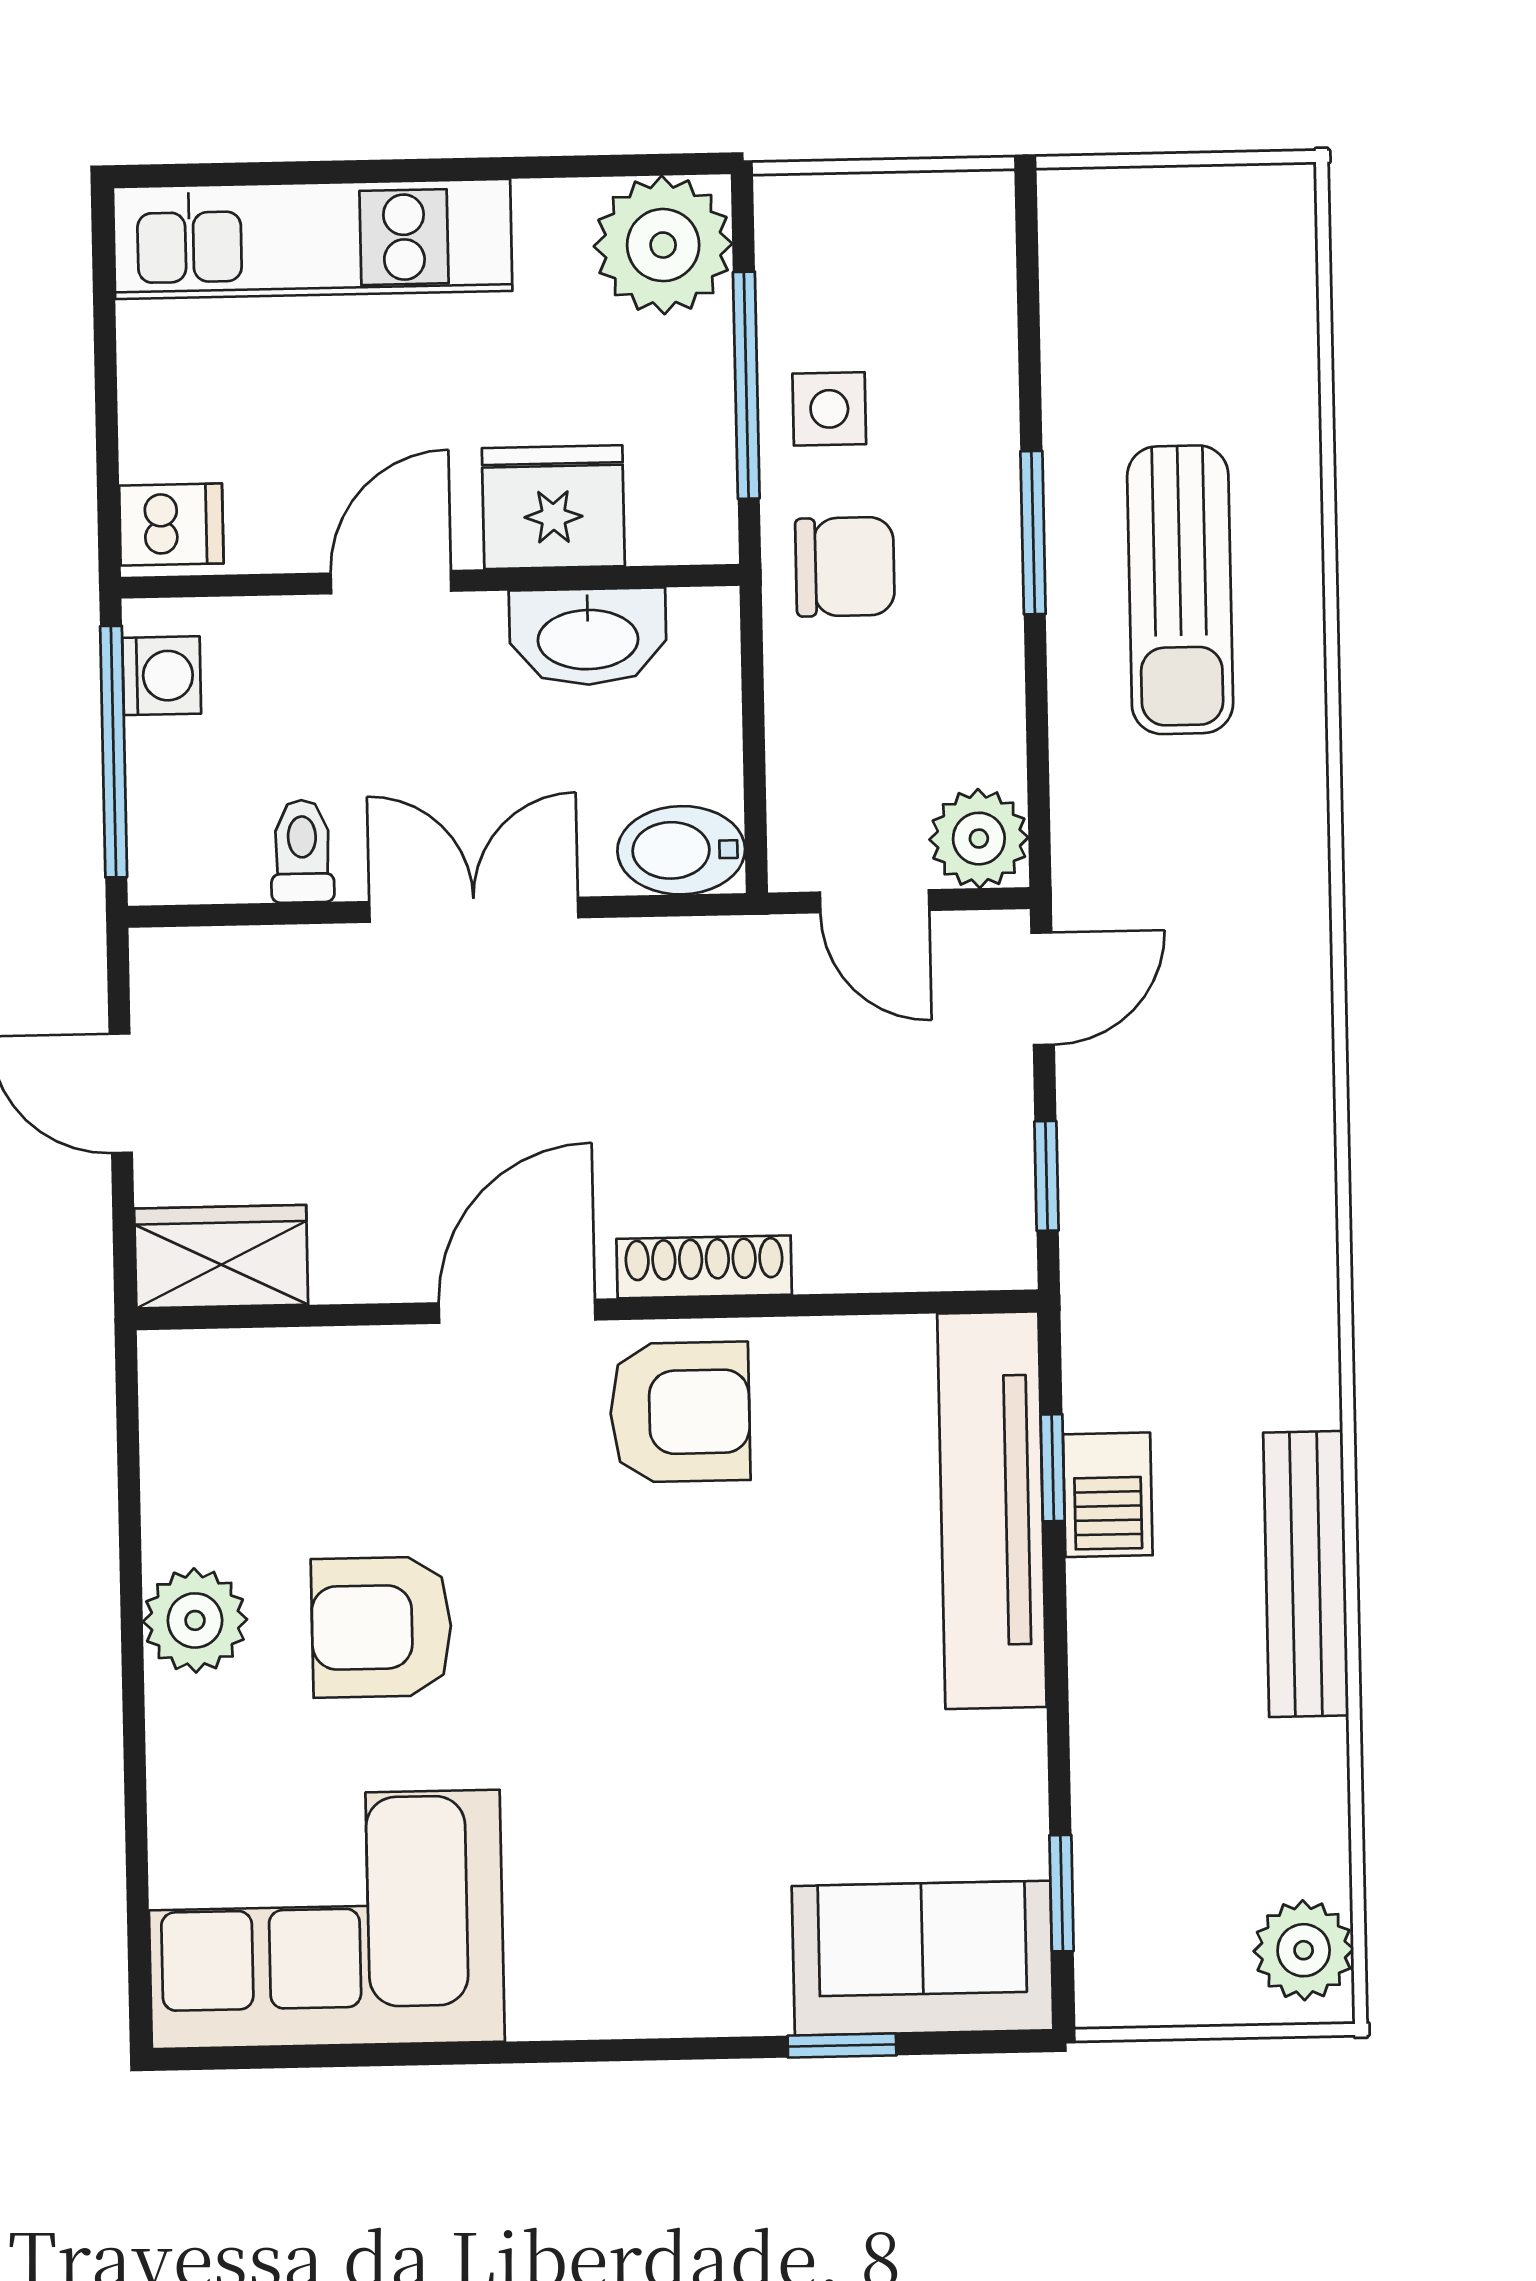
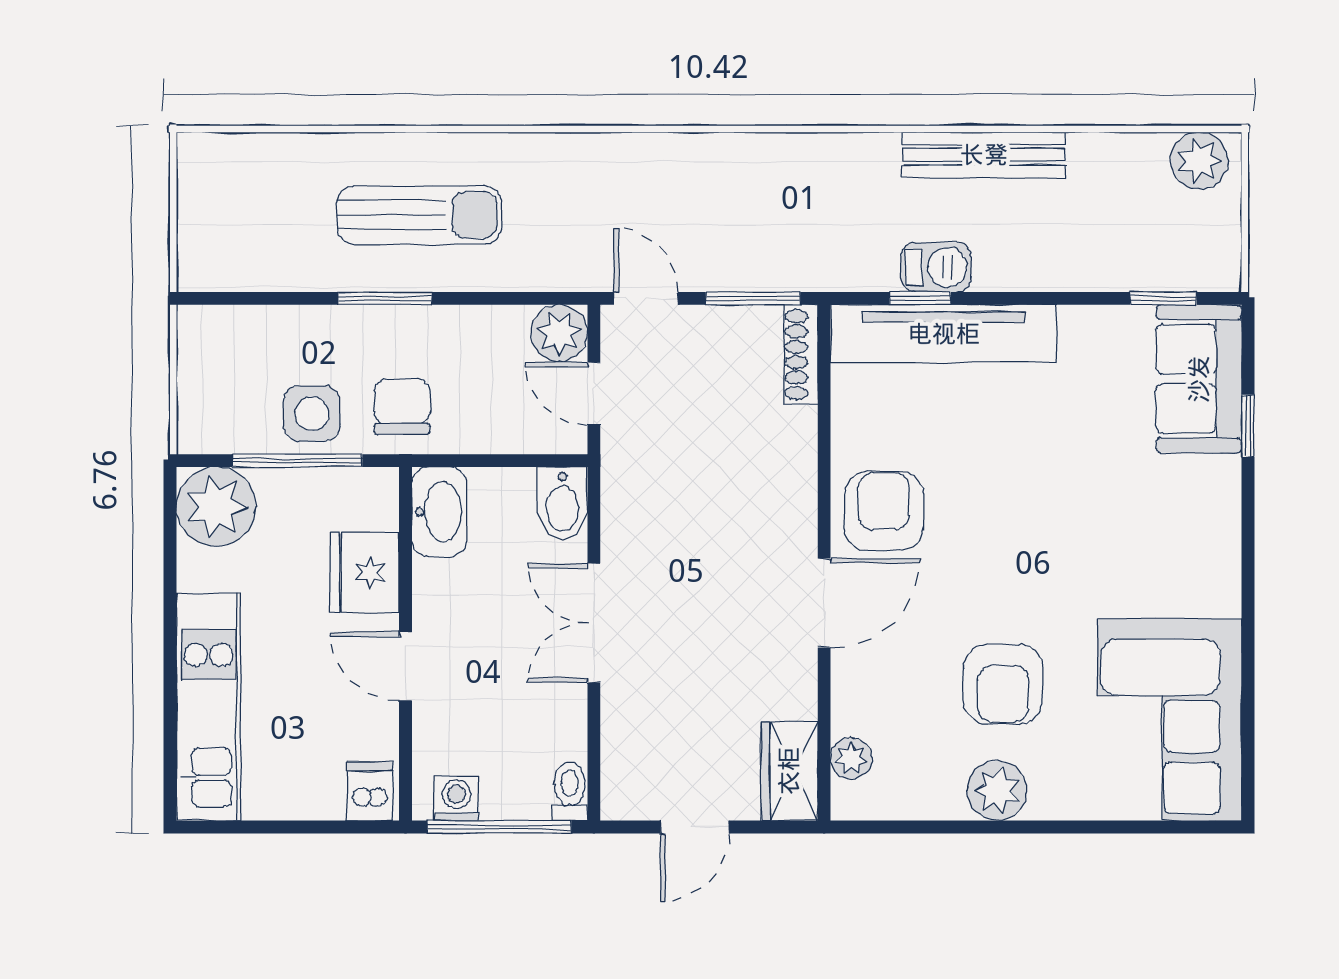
side table: (829, 409) -> (312, 414), width x1.37, depth x1.37
washbasin: (588, 637) -> (439, 512), moved
toilet: (302, 851) -> (570, 791), moved, turned 90
door: (875, 901) -> (594, 393), swing flipped
window: (1047, 1176) -> (753, 298), width x1.50
shoe rack: (704, 1267) -> (801, 355), moved
door: (517, 1311) -> (824, 603), swing flipped
plant: (246, 1364) -> (851, 758), added

